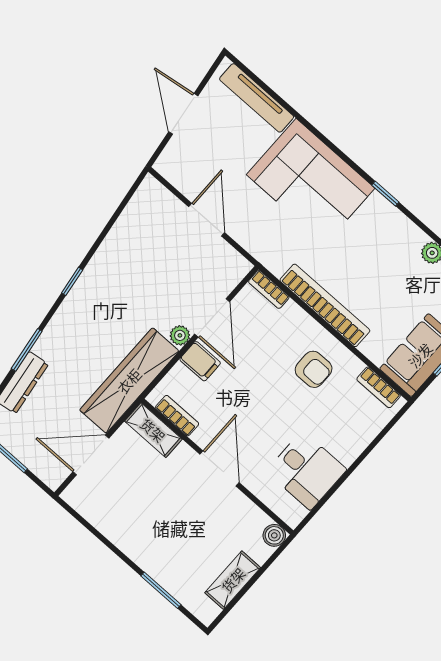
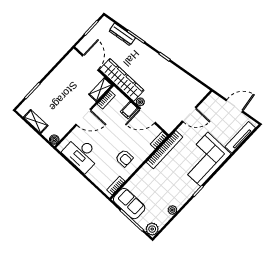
bookcase: (325, 305) -> (165, 150), moved
armchair: (314, 369) -> (124, 158), turned -90
desk: (306, 470) -> (82, 154), width x1.37

